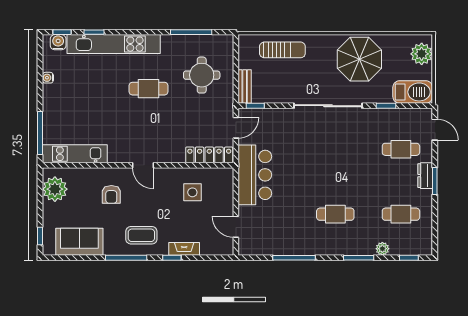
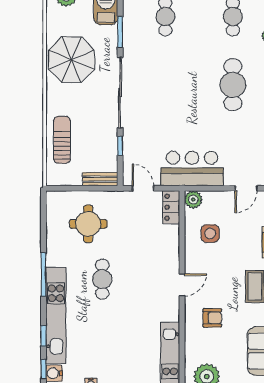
window: (191, 32) -> (43, 274), moved
window: (255, 106) -> (120, 146), moved
window: (386, 106) -> (120, 32), width x1.50
locker: (209, 155) -> (171, 207), width x0.66
plant: (225, 176) -> (193, 200), added
cafe table: (335, 214) -> (233, 85), width x1.37, depth x1.35

